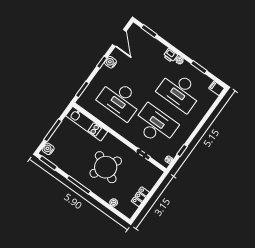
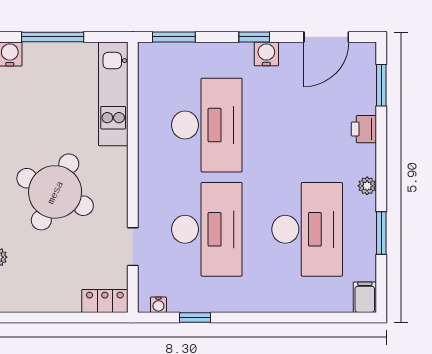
printer: (170, 55) -> (364, 129), moved
desk: (180, 91) -> (307, 229), turned 180
desk: (120, 100) -> (207, 125), turned 180
locker: (140, 197) -> (105, 301), moved

